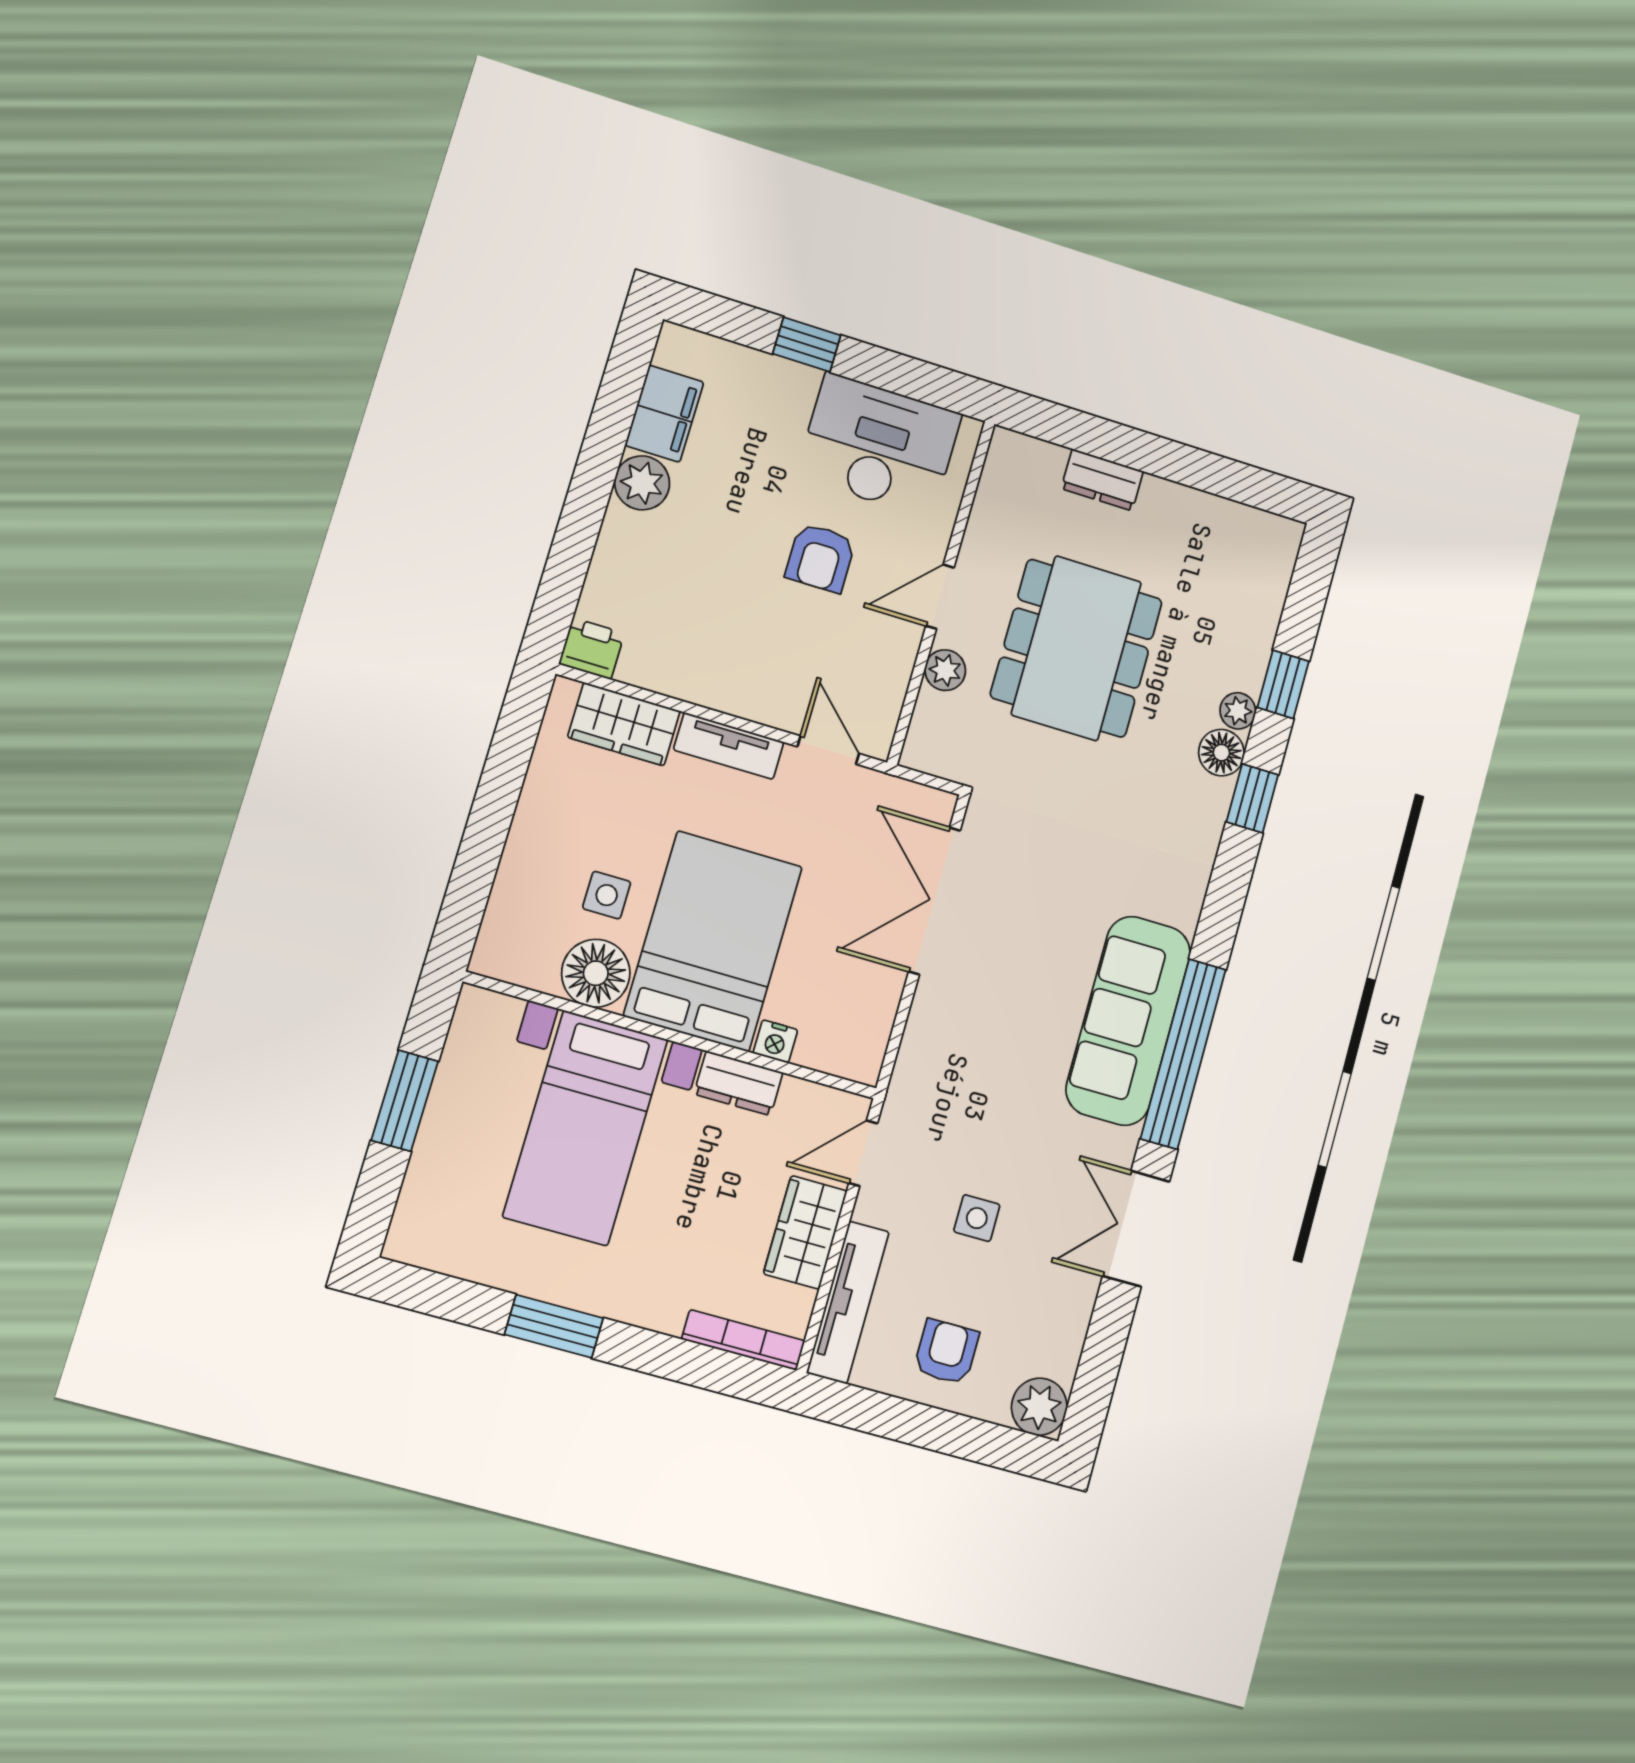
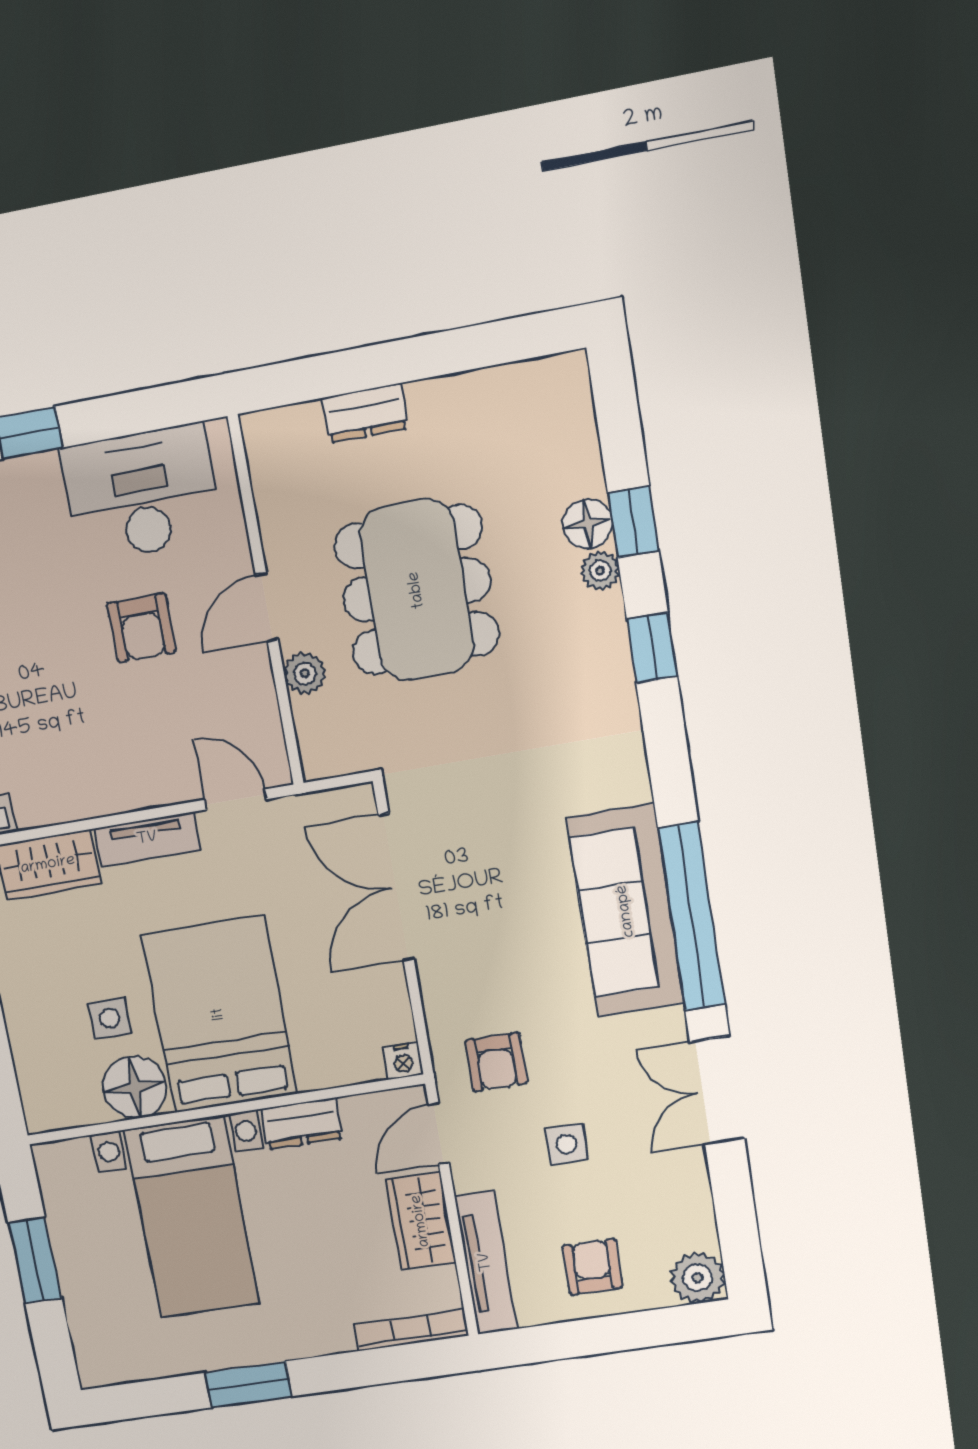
floor lamp: (1221, 753) -> (588, 524), moved
nightstand: (775, 1041) -> (403, 1061), moved
armchair: (949, 1108) -> (496, 1062), added

